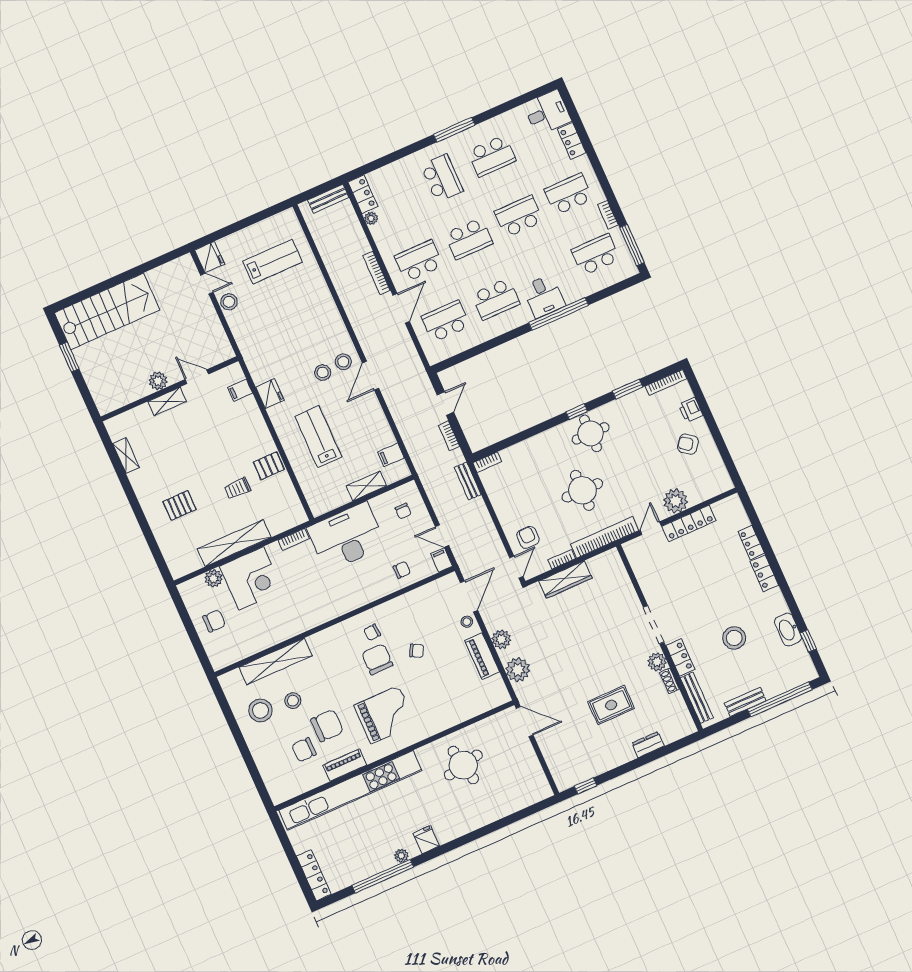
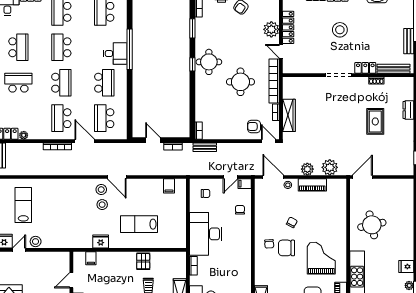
shelving: (366, 486) -> (181, 209), removed
stool: (734, 638) -> (340, 30), moved
plant: (657, 662) -> (362, 83), removed

